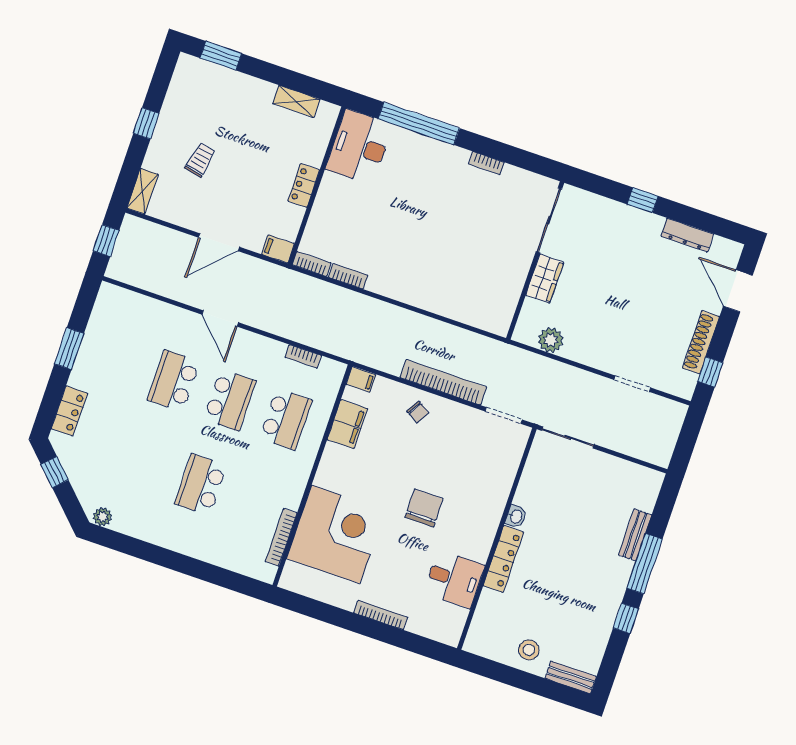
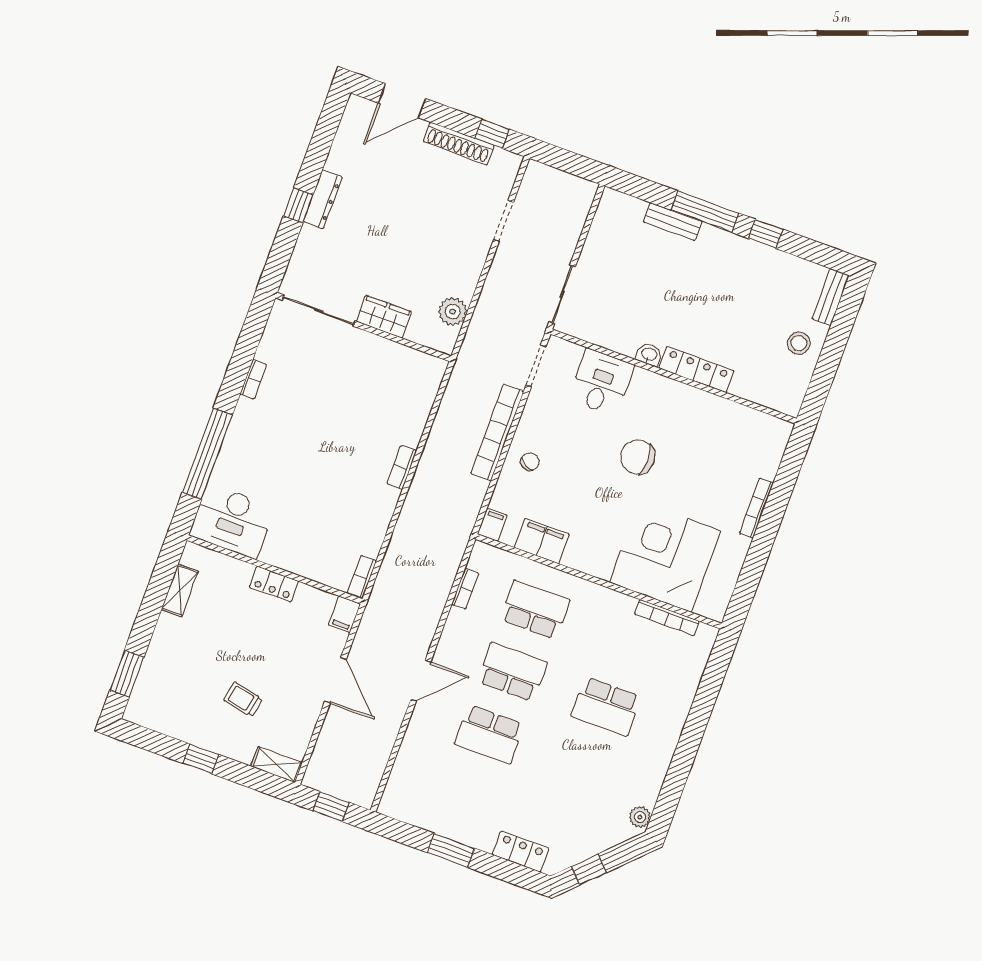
dresser: (687, 235) -> (323, 199), moved
bookcase: (348, 276) -> (402, 468), moved
desk: (454, 579) -> (601, 382), moved

